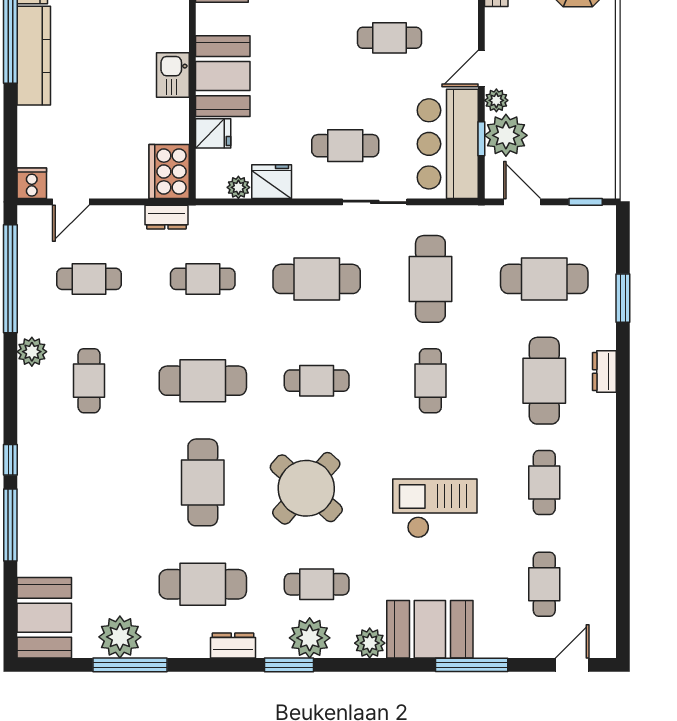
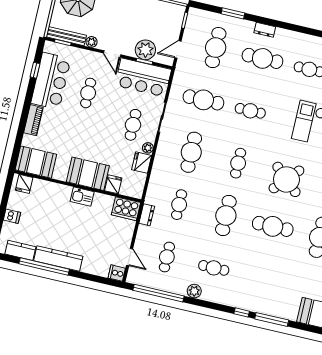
plant: (496, 100) -> (92, 42), moved
plant: (238, 187) -> (148, 148), moved

